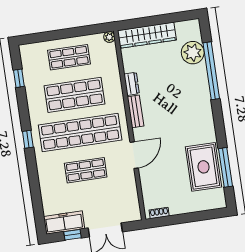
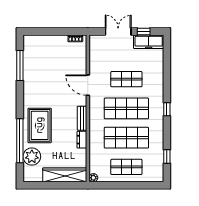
shop shelf: (80, 133) -> (126, 108), width x0.71
door: (134, 155) -> (88, 85), hinge flipped
rug: (204, 167) -> (40, 125), moved

